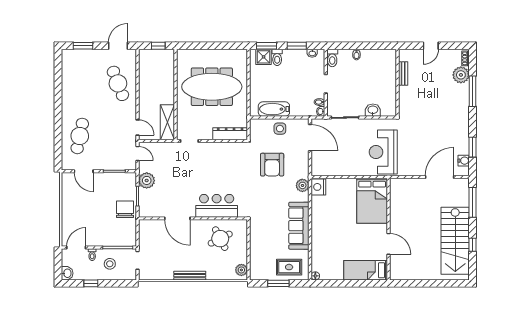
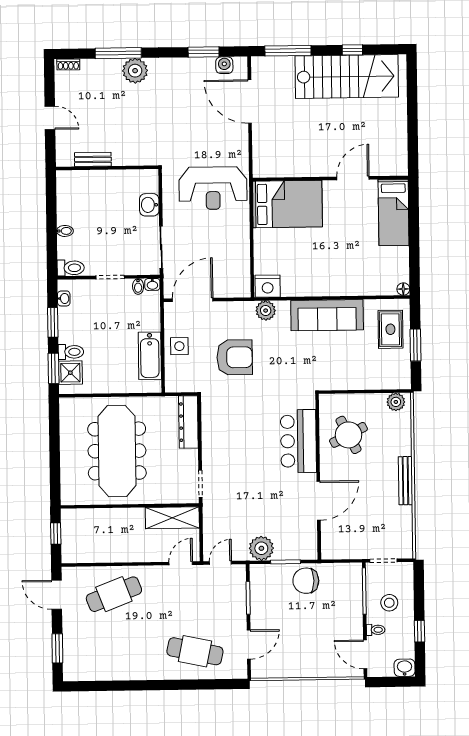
plant: (461, 75) -> (135, 71), moved

